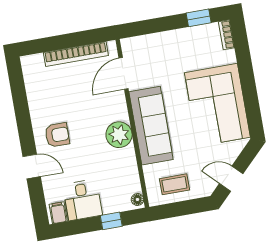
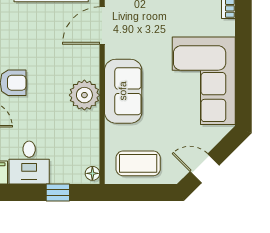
sofa: (151, 126) -> (123, 91), width x0.73
coffee table: (174, 184) -> (138, 163), width x1.36, depth x1.30

